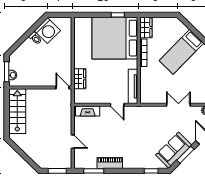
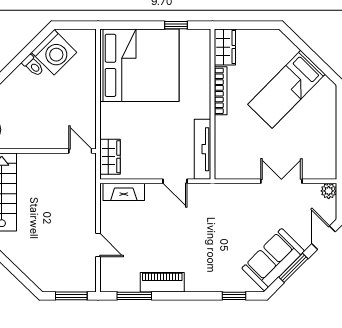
bed: (115, 38) -> (139, 65), moved, turned 180
wardrobe: (80, 79) -> (110, 157), moved

